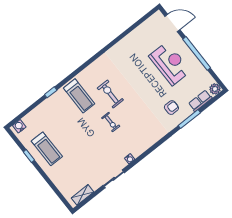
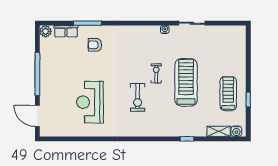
reception desk: (170, 64) -> (90, 102), moved
treadmill: (79, 96) -> (186, 82), moved, width x1.37, depth x1.38
shelving: (82, 195) -> (219, 131), moved

